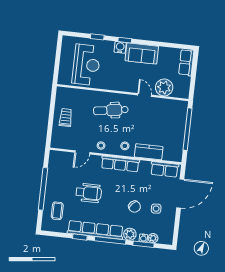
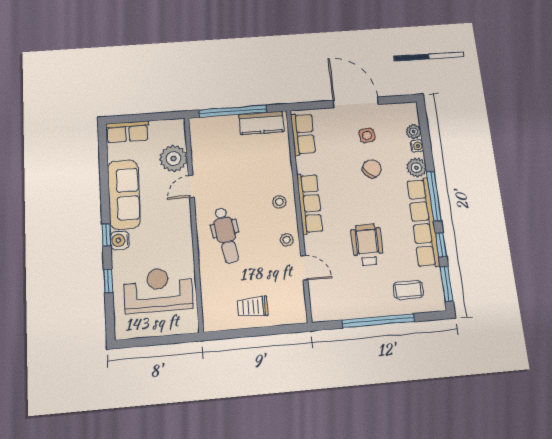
sofa: (142, 53) -> (124, 194), width x1.36
kitchen counter: (149, 152) -> (261, 123), moved, turned -90
door: (180, 194) -> (356, 102), moved
window: (144, 244) -> (447, 284), moved

